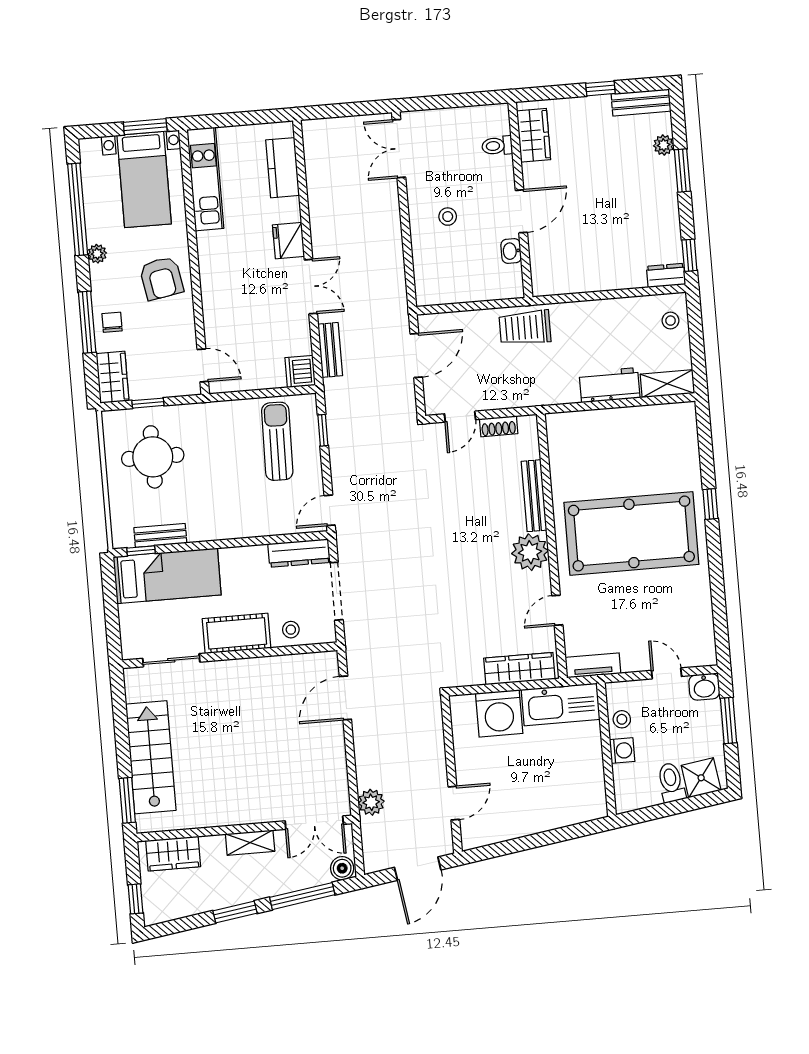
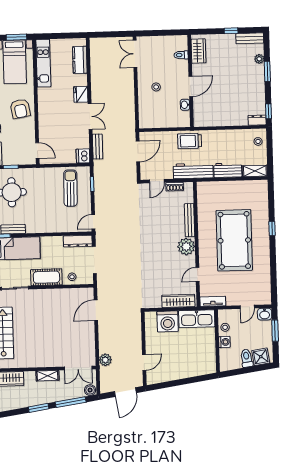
workbench: (536, 391) -> (193, 171), added
pool table: (631, 533) -> (234, 240), turned 90
door: (667, 673) -> (247, 307), swing flipped

